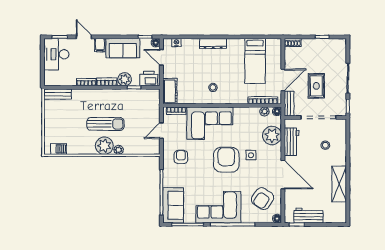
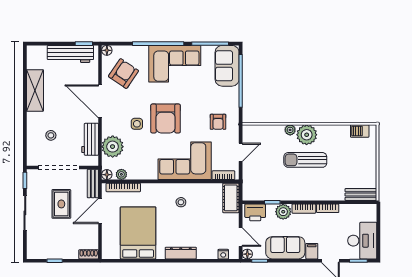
bed: (255, 61) -> (138, 233), width x1.50
workbench: (308, 216) -> (70, 54), width x1.38

